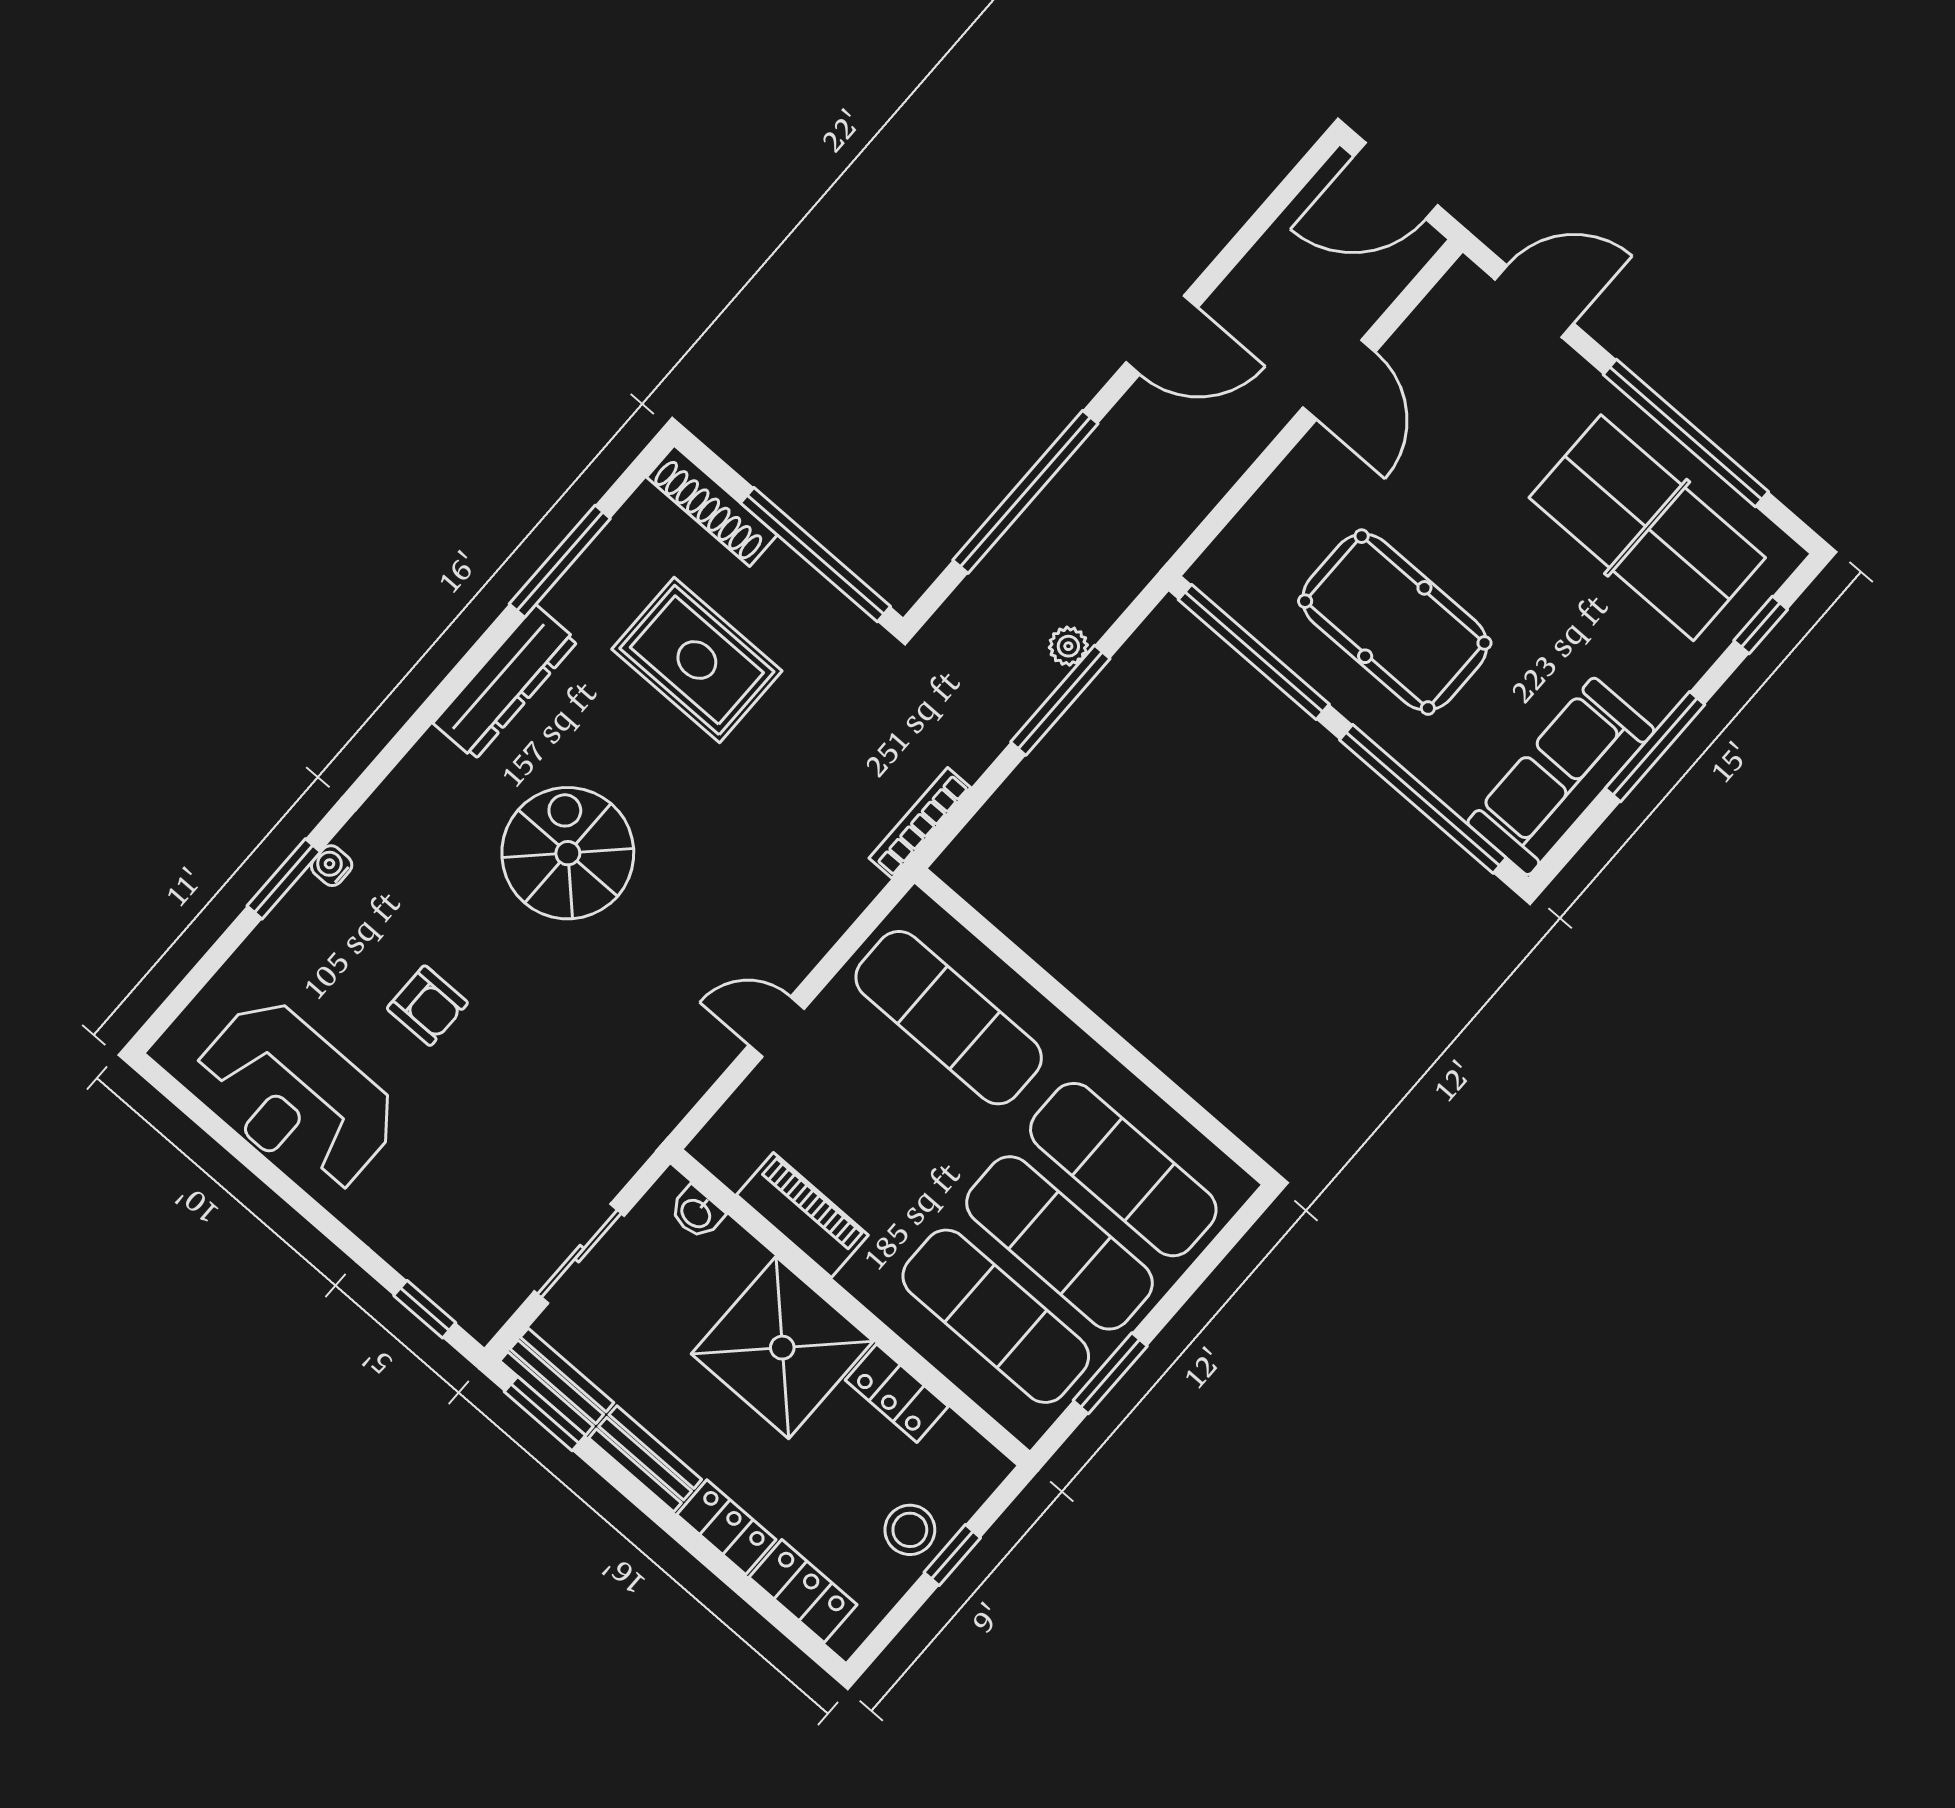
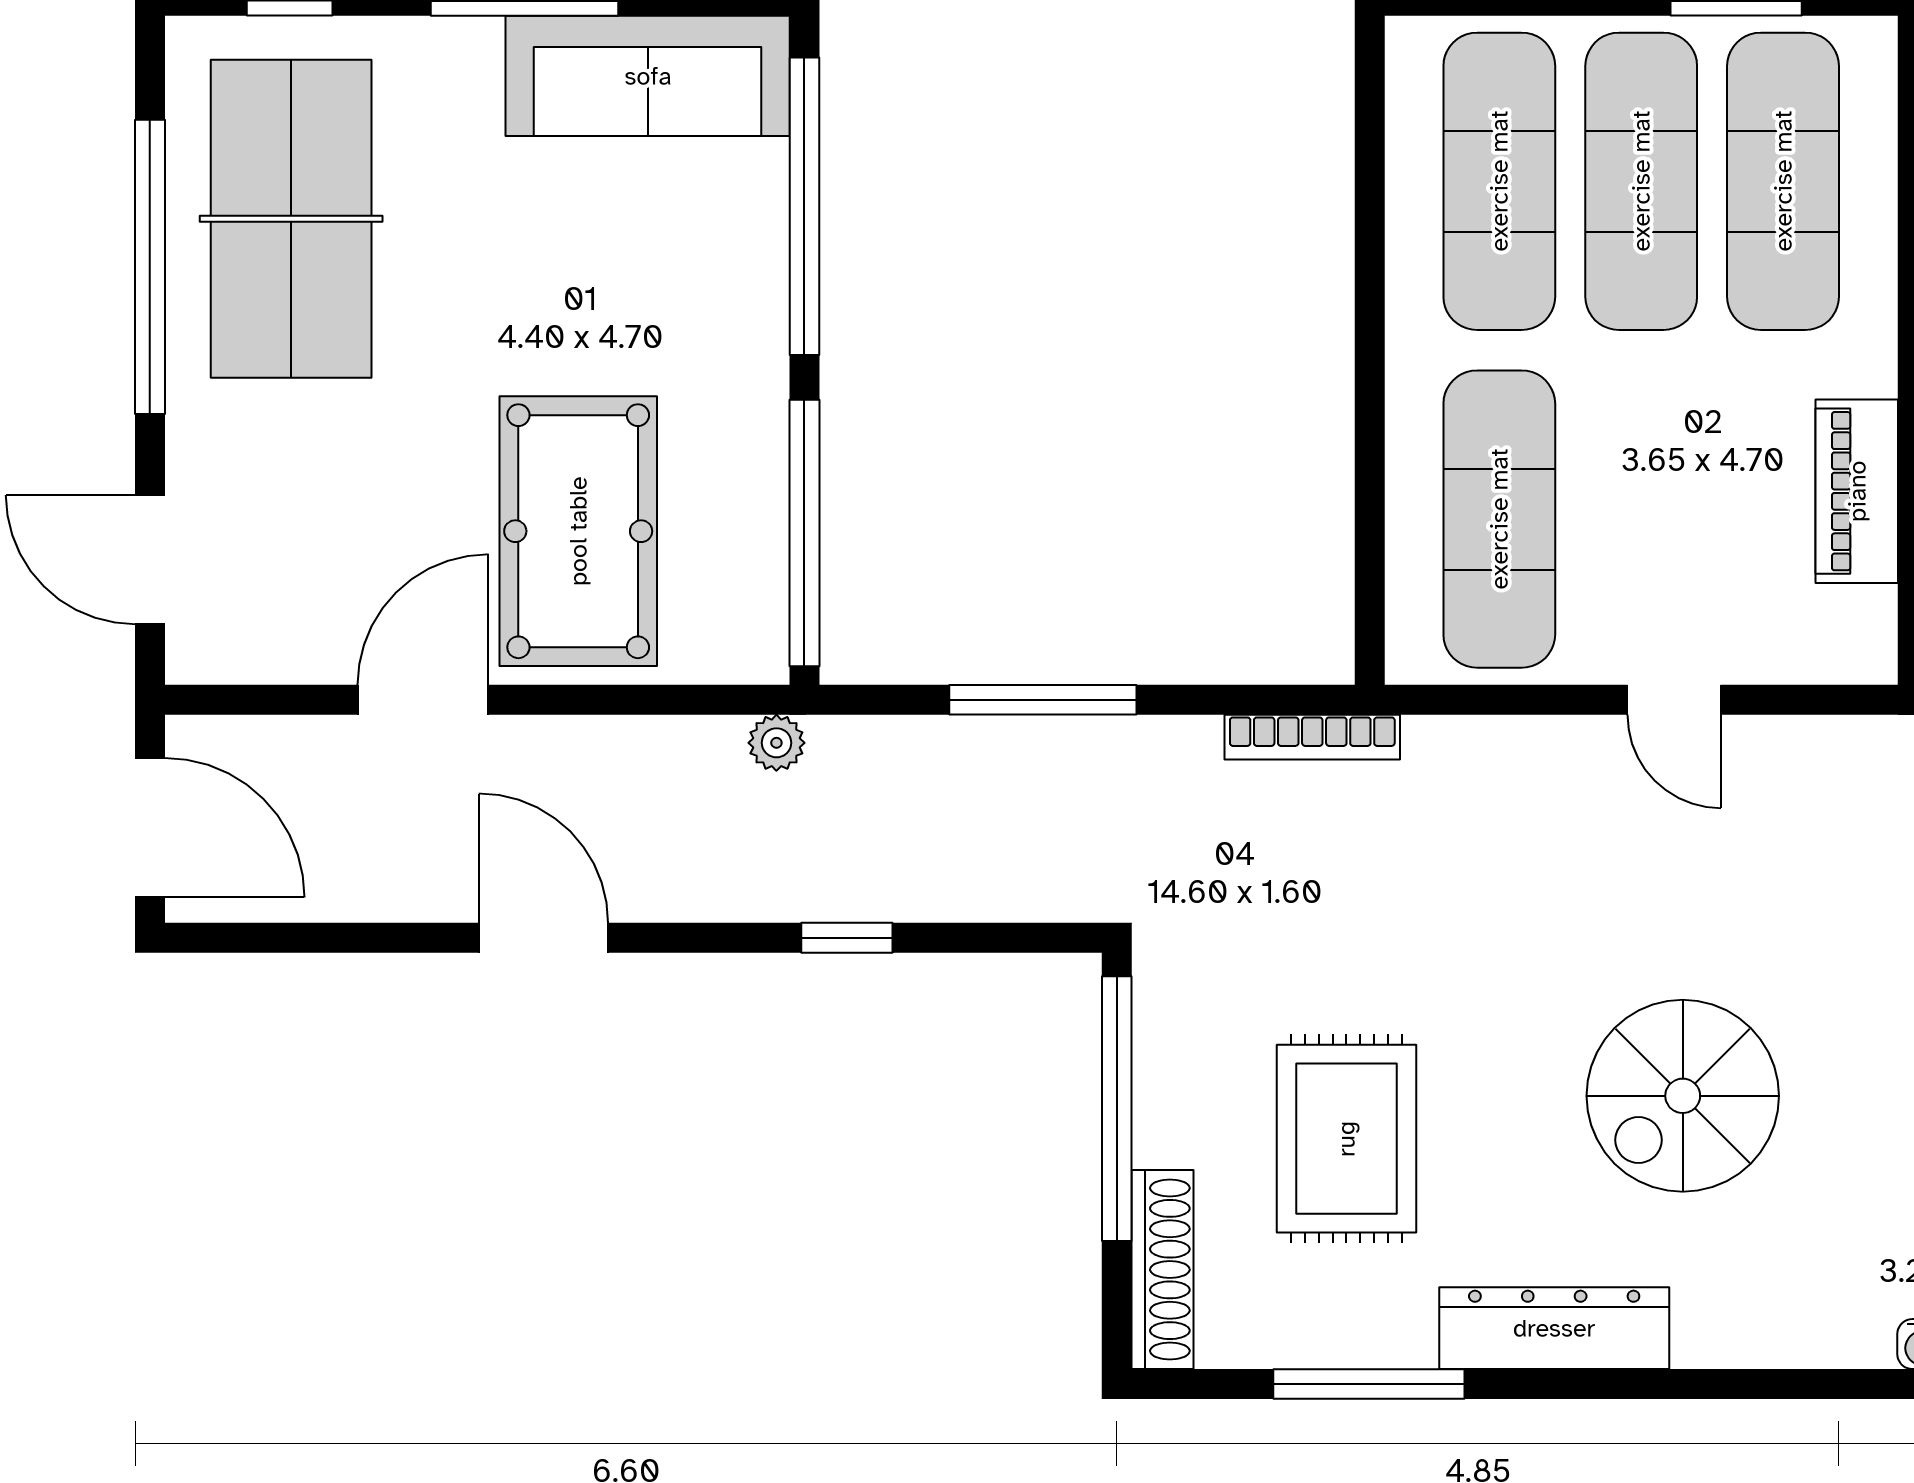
window: (1025, 492) -> (847, 938), width x0.32
pool table: (1395, 622) -> (578, 531), moved
plant: (1068, 646) -> (776, 743), moved

